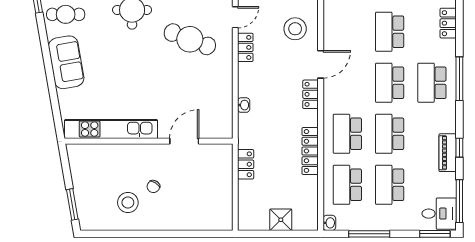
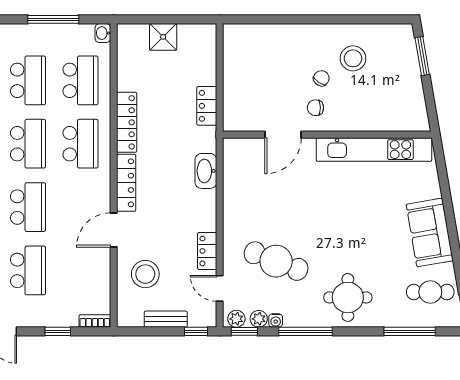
door: (235, 17) -> (220, 288), hinge flipped
locker: (311, 94) -> (126, 183), width x1.53
washbasin: (244, 105) -> (206, 171), width x1.91, depth x1.45
chair: (158, 163) -> (315, 108), added

